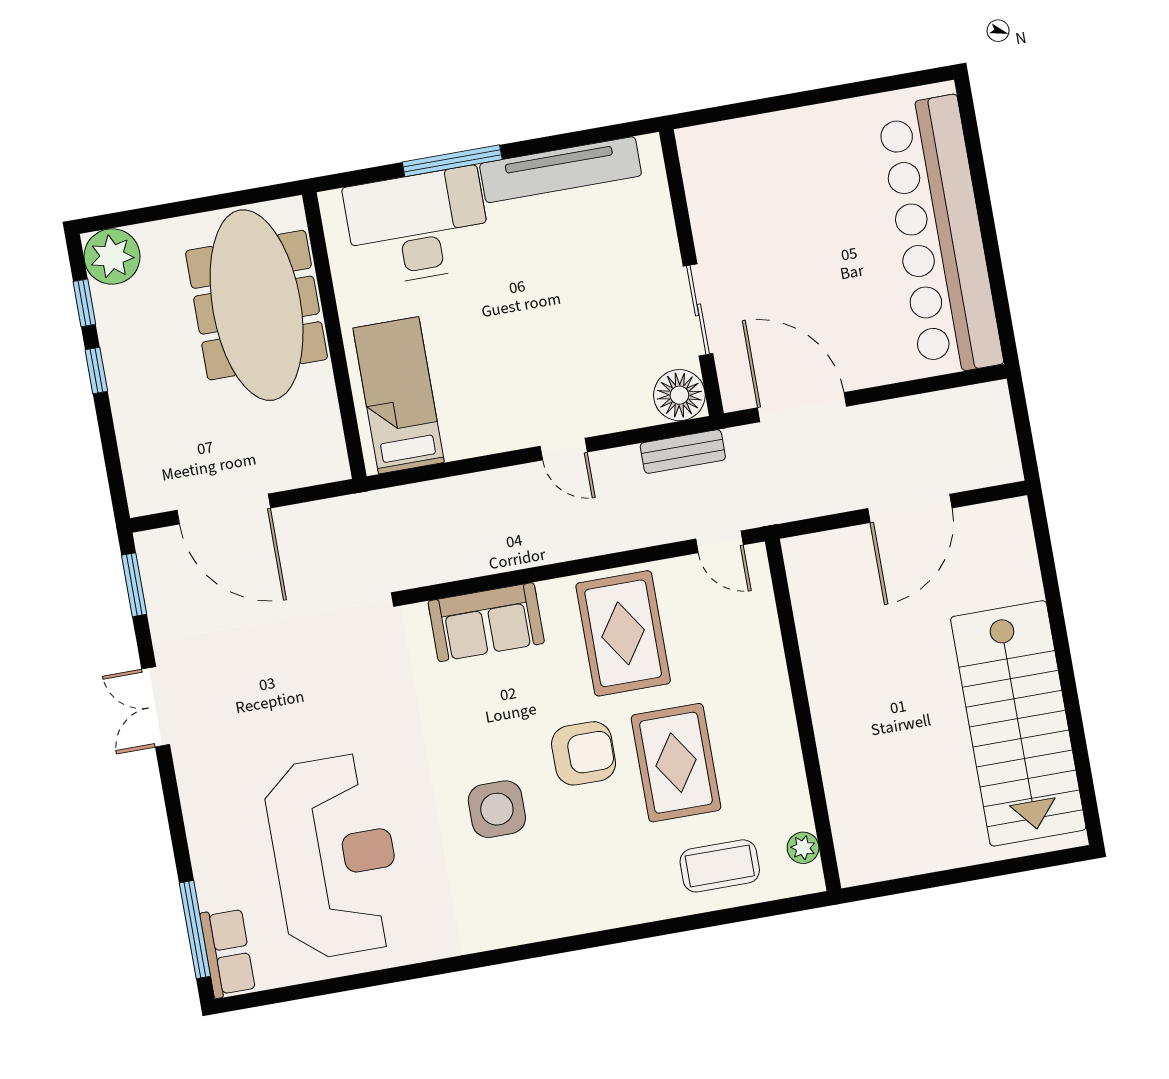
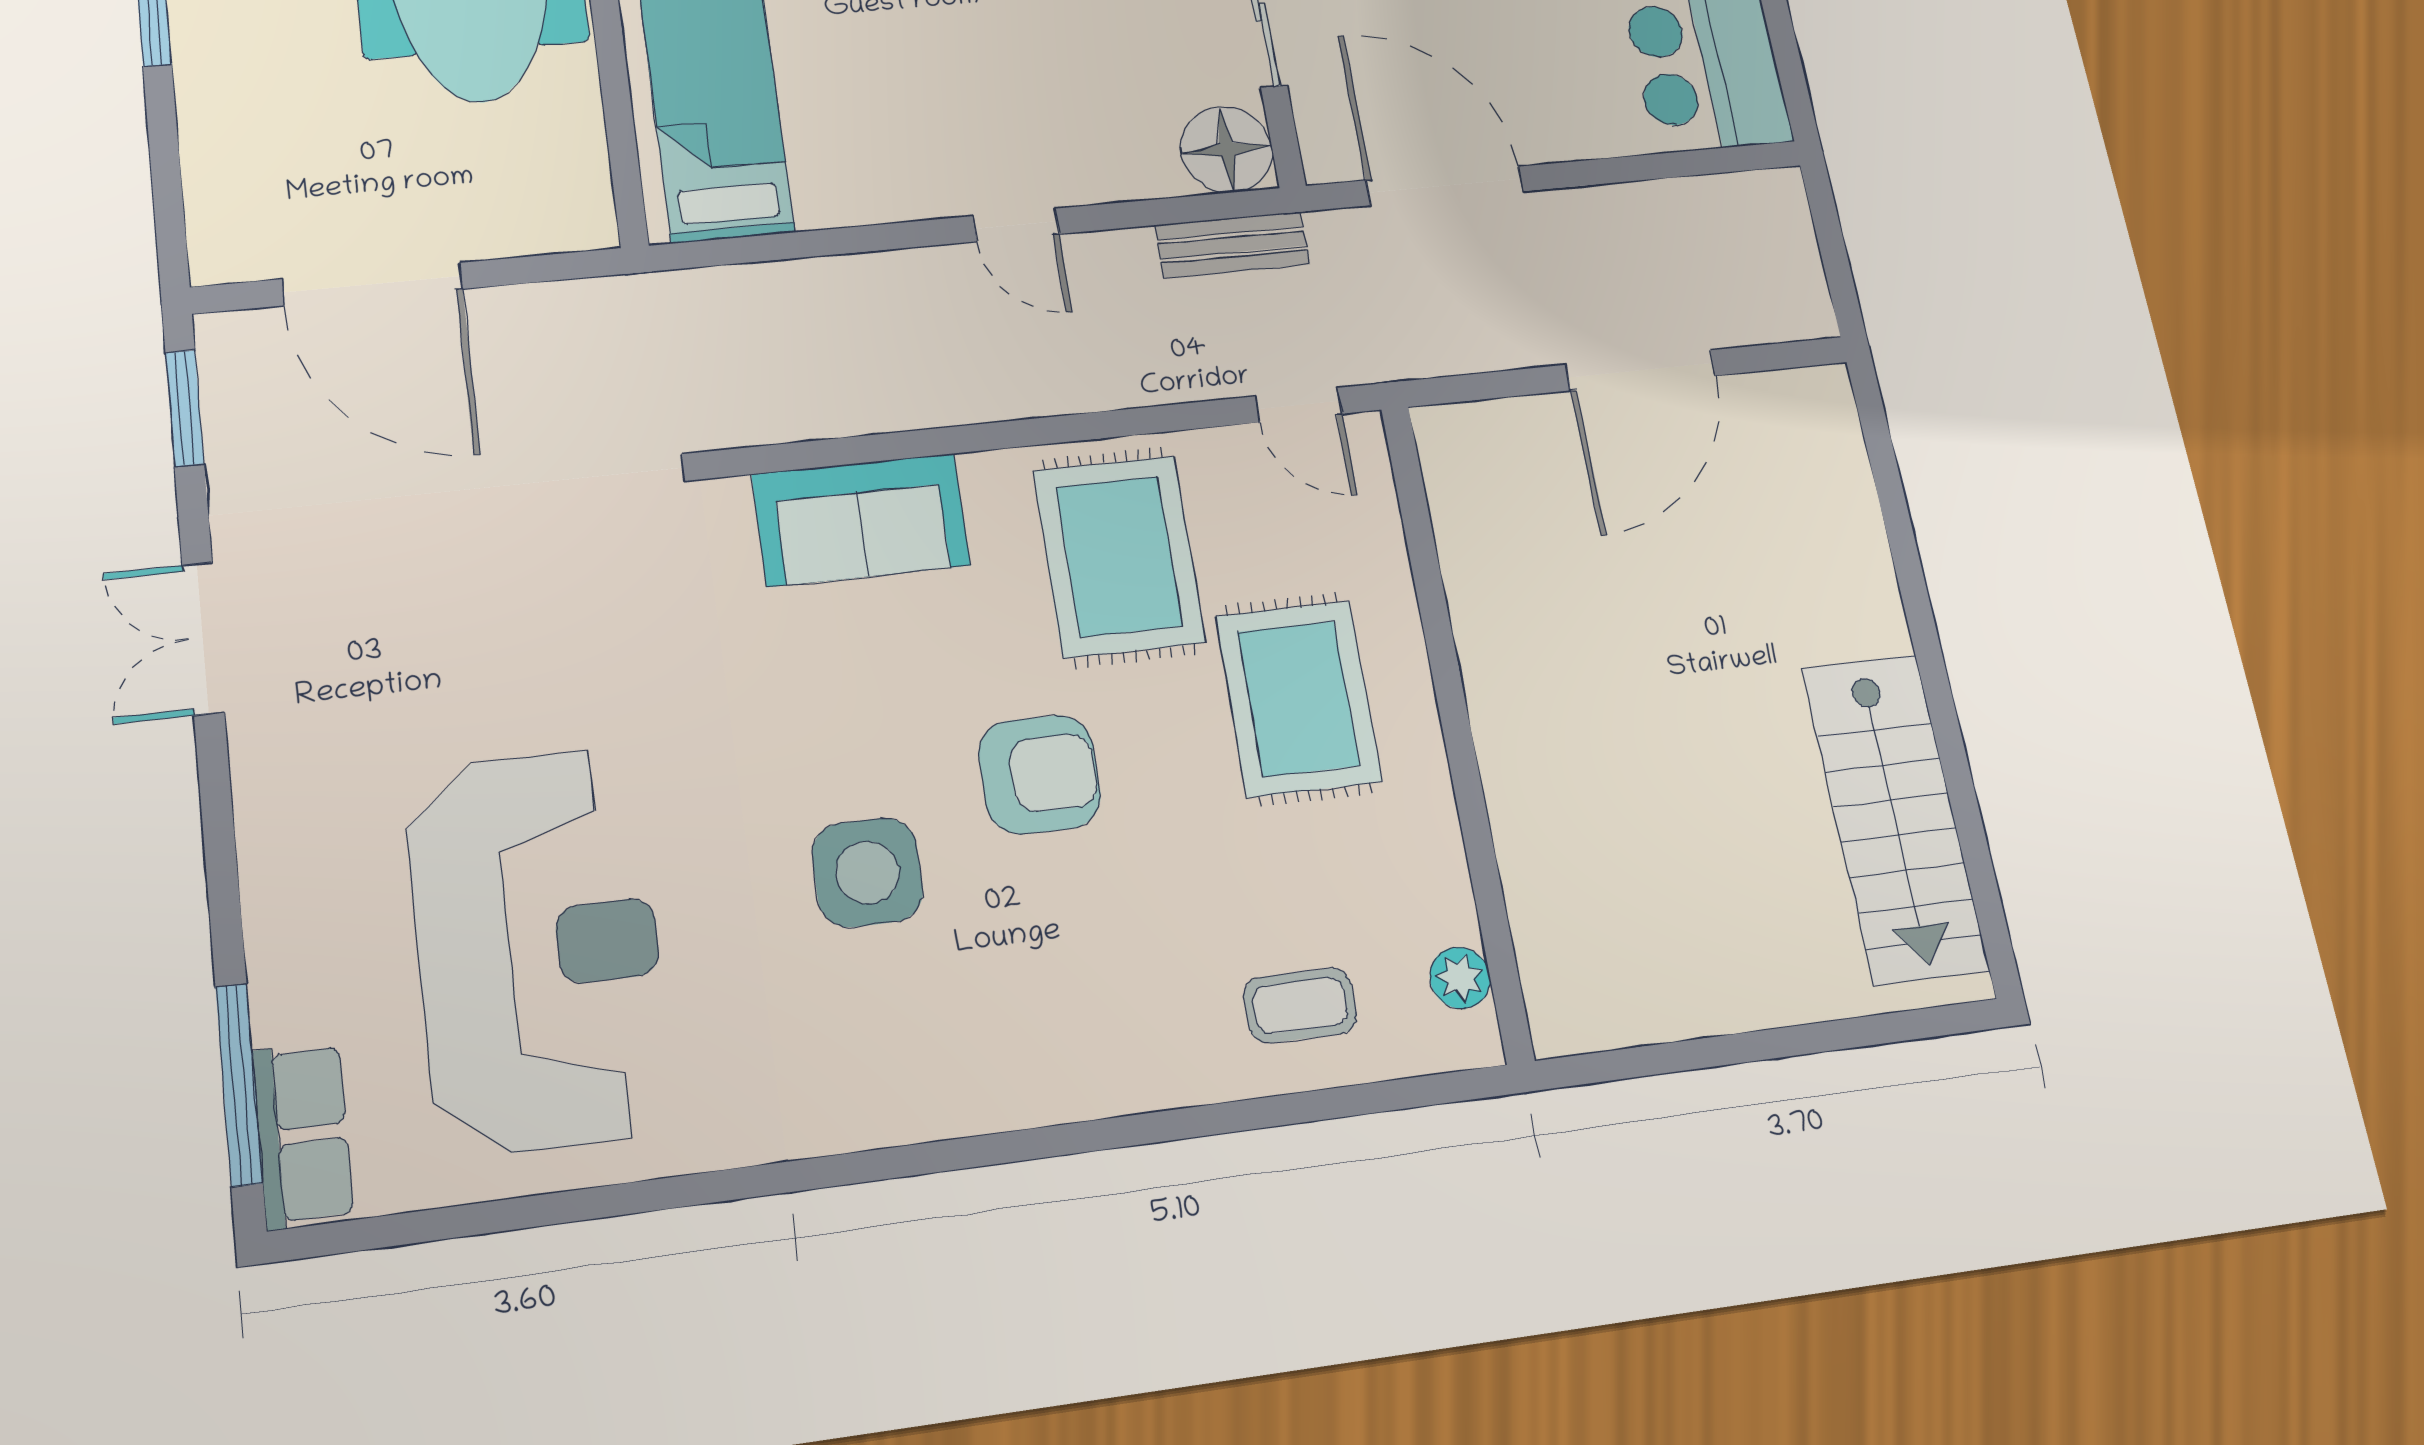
stairs: (1018, 723) -> (1895, 818), width x0.73, depth x0.66
rug: (676, 763) -> (1298, 699), moved
coffee table: (720, 866) -> (1300, 1006), width x0.73, depth x0.77

